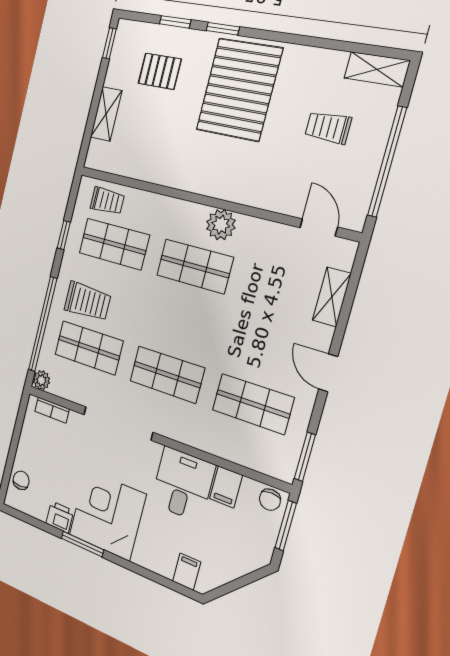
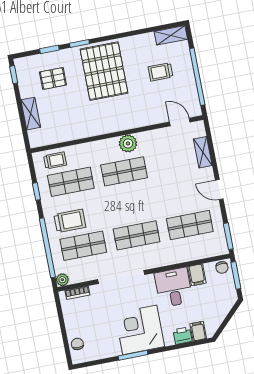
printer: (60, 517) -> (183, 336), moved

